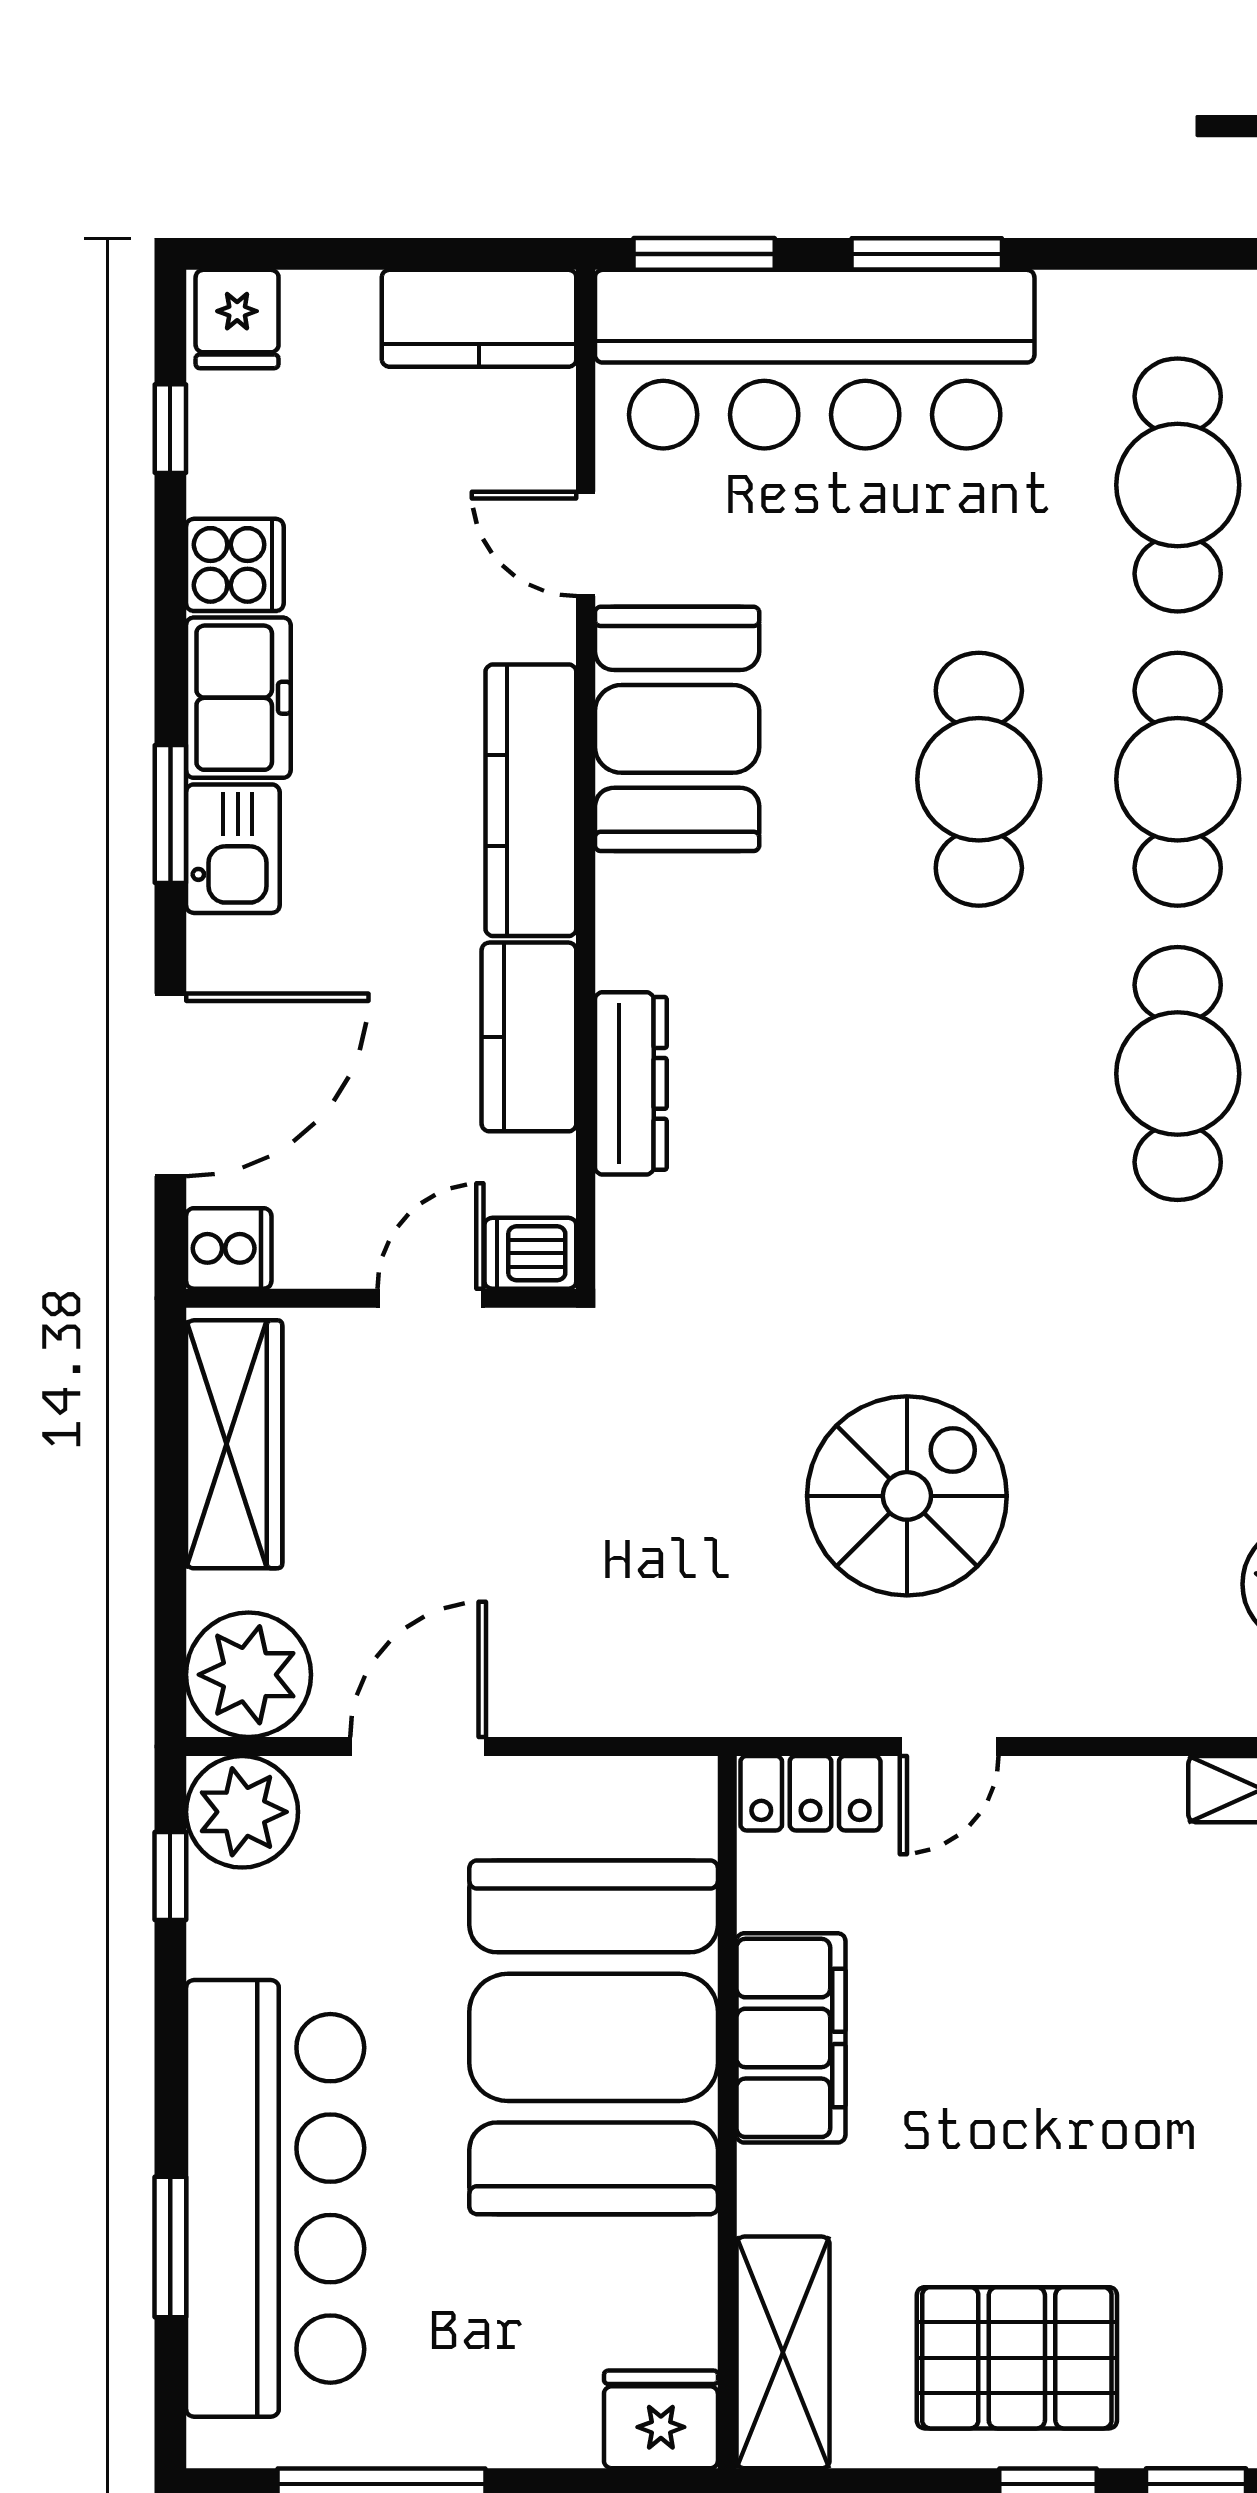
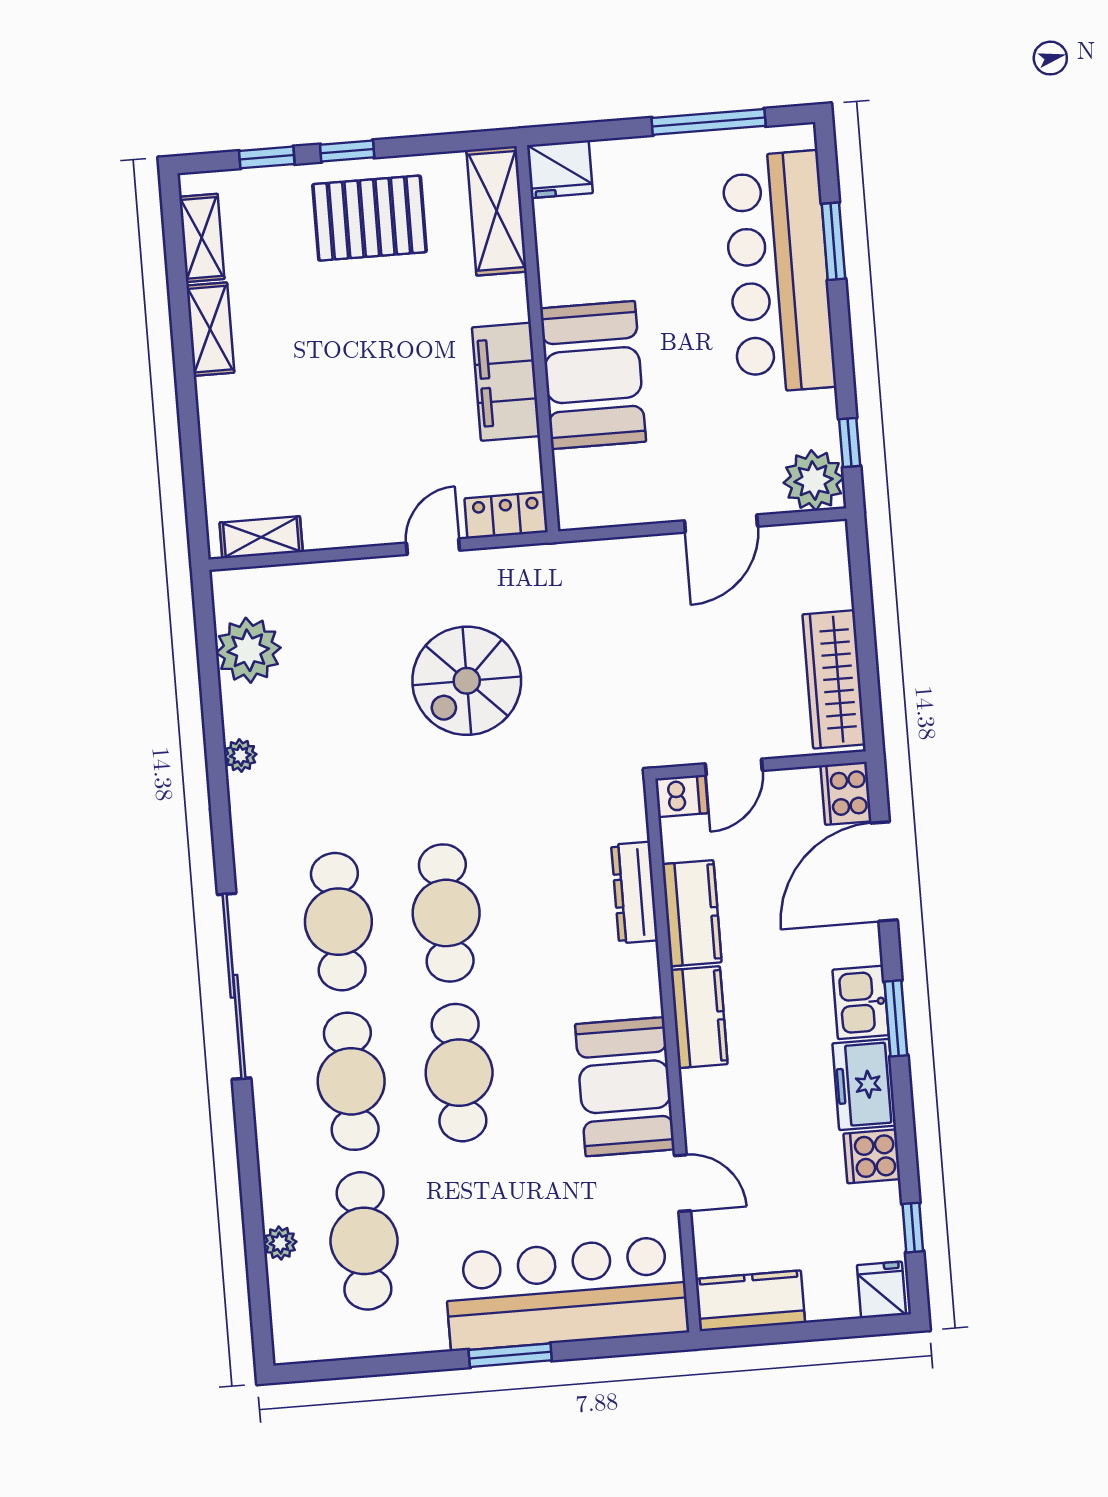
window: (704, 254) -> (631, 1346), removed
kitchen counter: (531, 800) -> (699, 1017), width x0.67
cafe table: (979, 1074) -> (446, 913), added
cooker: (229, 1248) -> (846, 793), width x1.36
plant: (249, 1675) -> (816, 555), removed
booth: (594, 2037) -> (593, 375), width x0.73, depth x0.70

